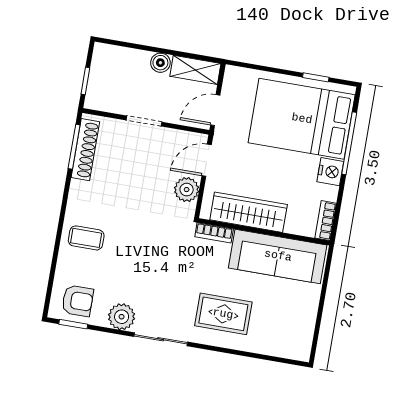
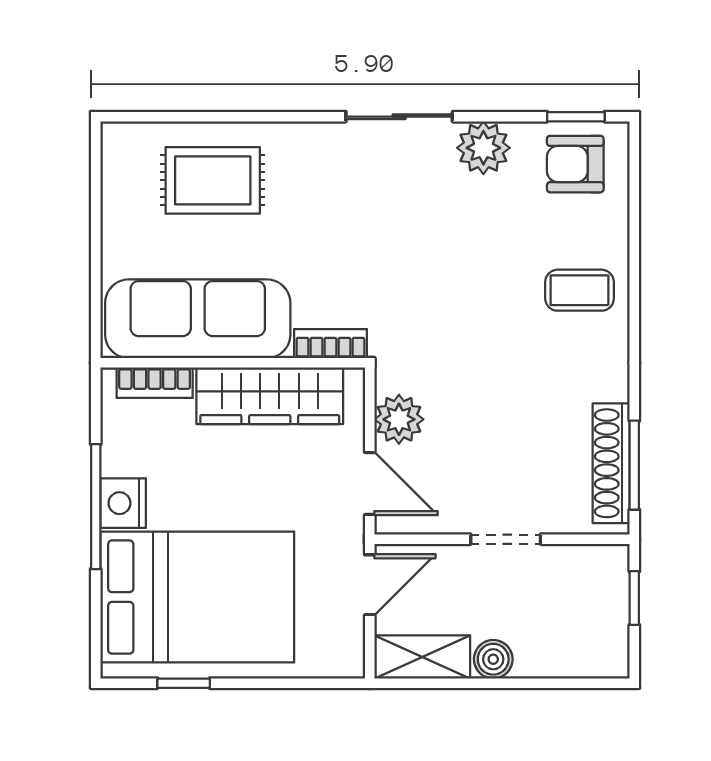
window: (349, 143) -> (96, 507), moved
door: (207, 160) -> (370, 483), hinge flipped
bookcase: (326, 221) -> (155, 383), moved, turned 90
rug: (223, 314) -> (213, 180), moved

